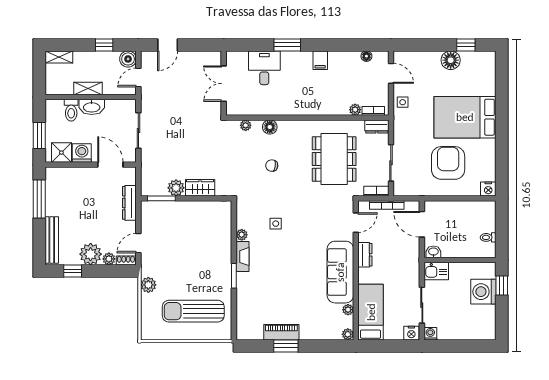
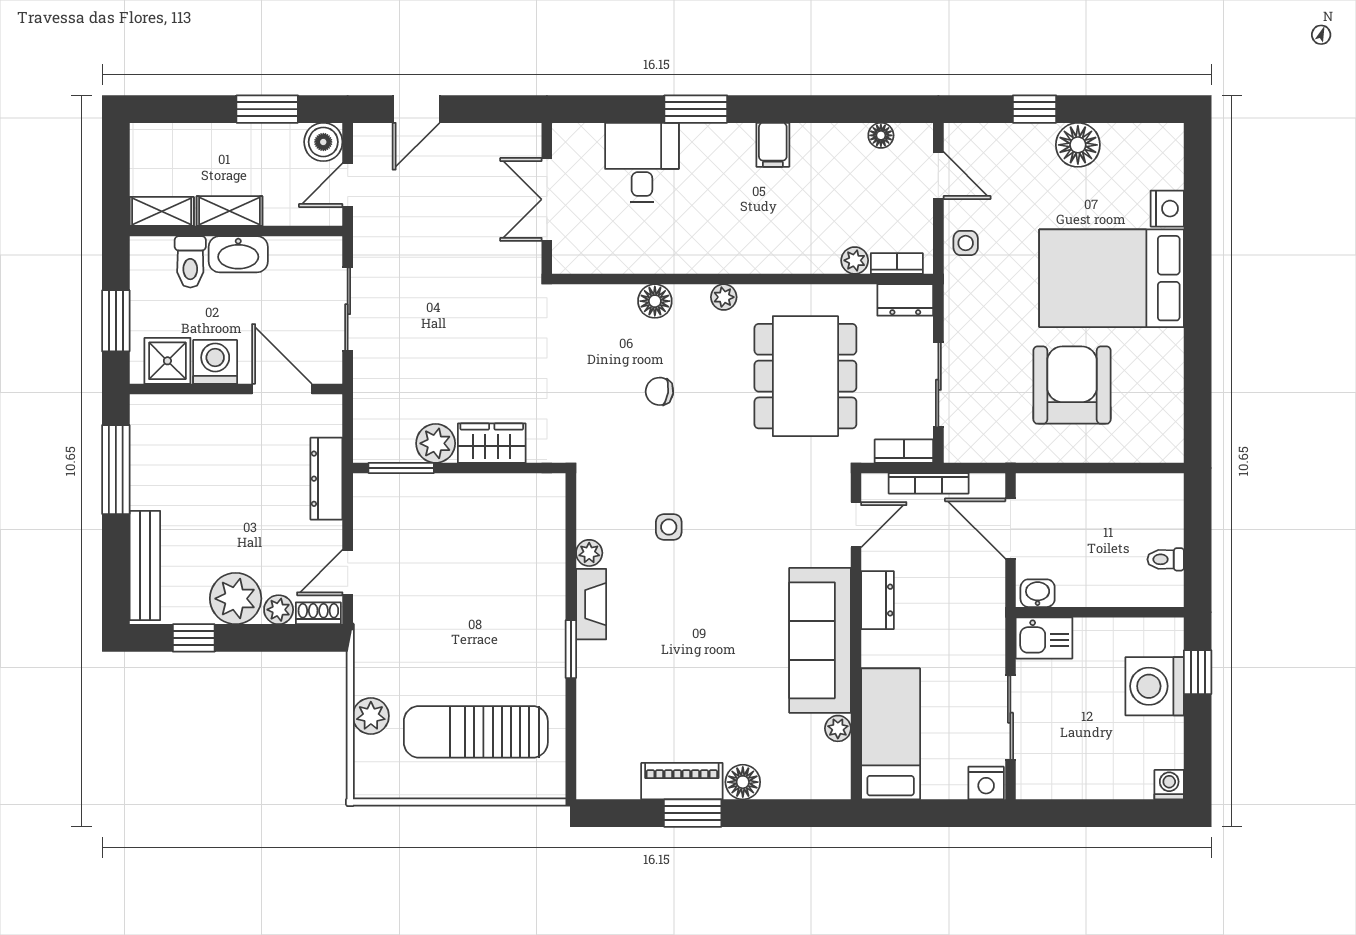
window: (104, 45) -> (267, 109), width x1.50
window: (466, 45) -> (1034, 109), moved
shelving: (59, 57) -> (162, 211), moved
plant: (246, 125) -> (724, 297), moved
nightstand: (488, 189) -> (1167, 209), moved, turned -90
plant: (148, 285) -> (371, 716), moved
floor lamp: (307, 333) -> (743, 782), added
plant: (348, 334) -> (837, 786), removed
washing machine: (430, 334) -> (1169, 785), moved

